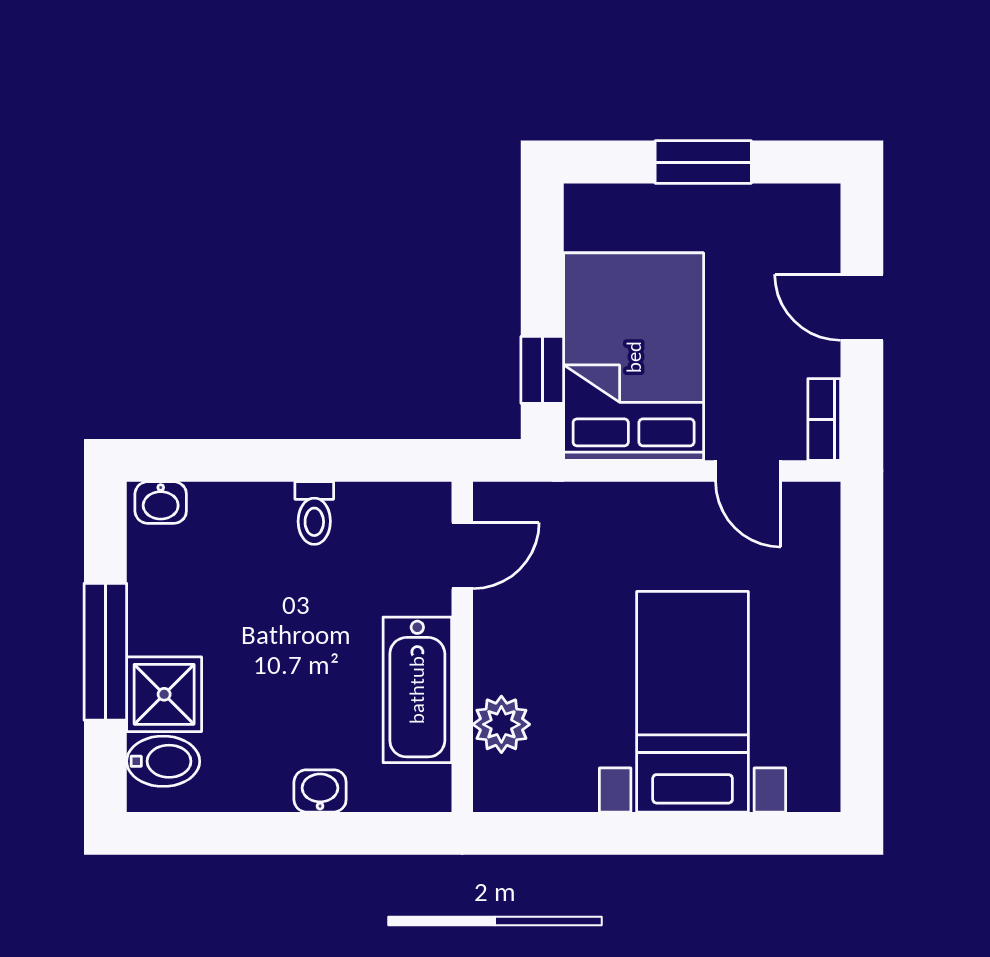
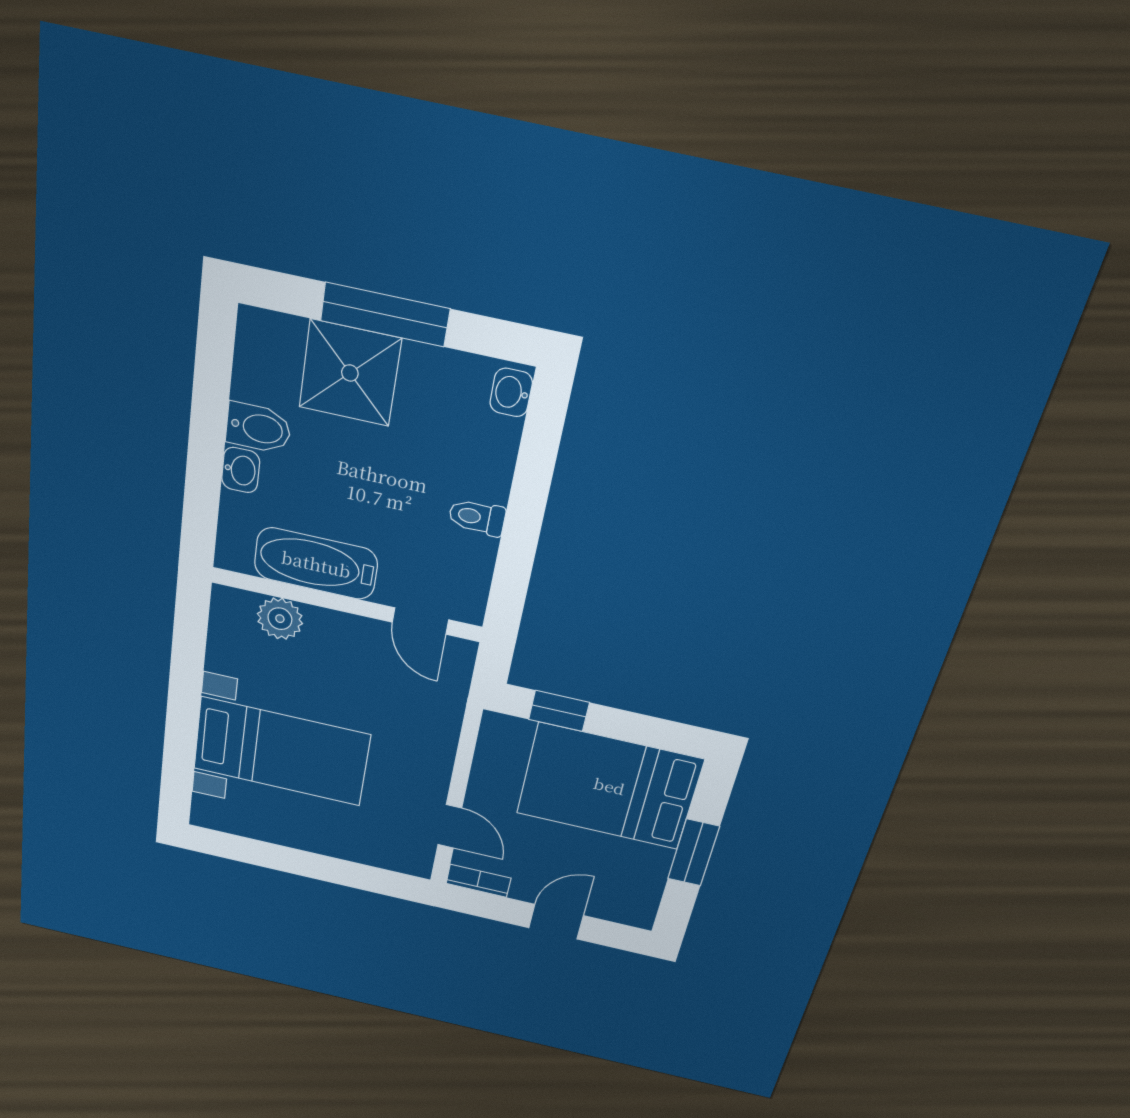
bed: (634, 357) -> (609, 786), moved, turned 180
door: (748, 471) -> (450, 826), swing flipped
shower: (164, 694) -> (350, 373), width x1.36, depth x1.36
bidet: (163, 761) -> (258, 428), moved, turned -90

